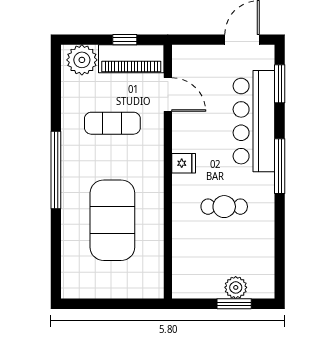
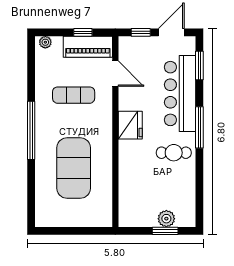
window: (202, 40) -> (141, 32), added
plant: (82, 60) -> (45, 42), width x0.53, depth x0.53
fridge: (184, 163) -> (130, 125), width x1.88, depth x1.34
cafe table: (224, 207) -> (174, 153), moved

